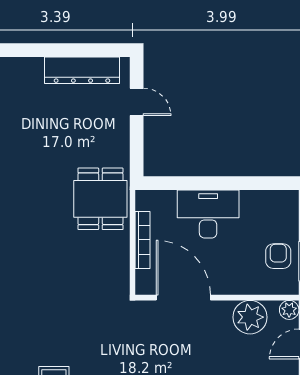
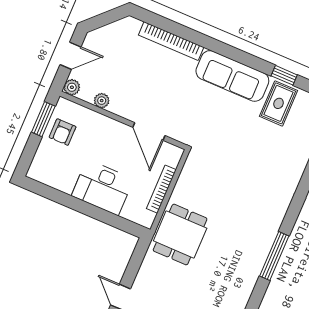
door: (183, 298) -> (149, 131), width x0.73
plant: (250, 317) -> (102, 101), width x0.53, depth x0.53

